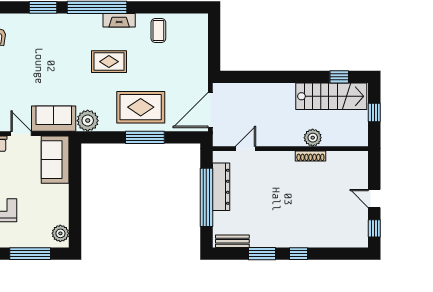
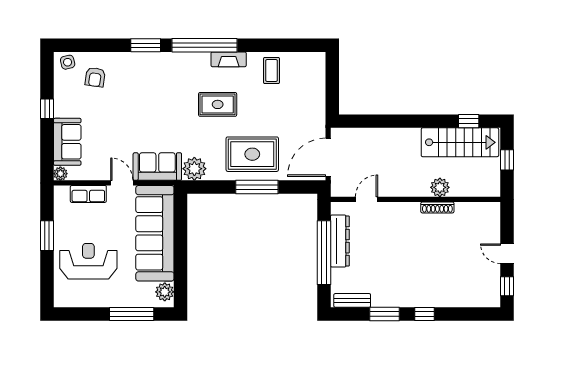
sofa: (55, 160) -> (155, 233), width x1.85, depth x1.27

